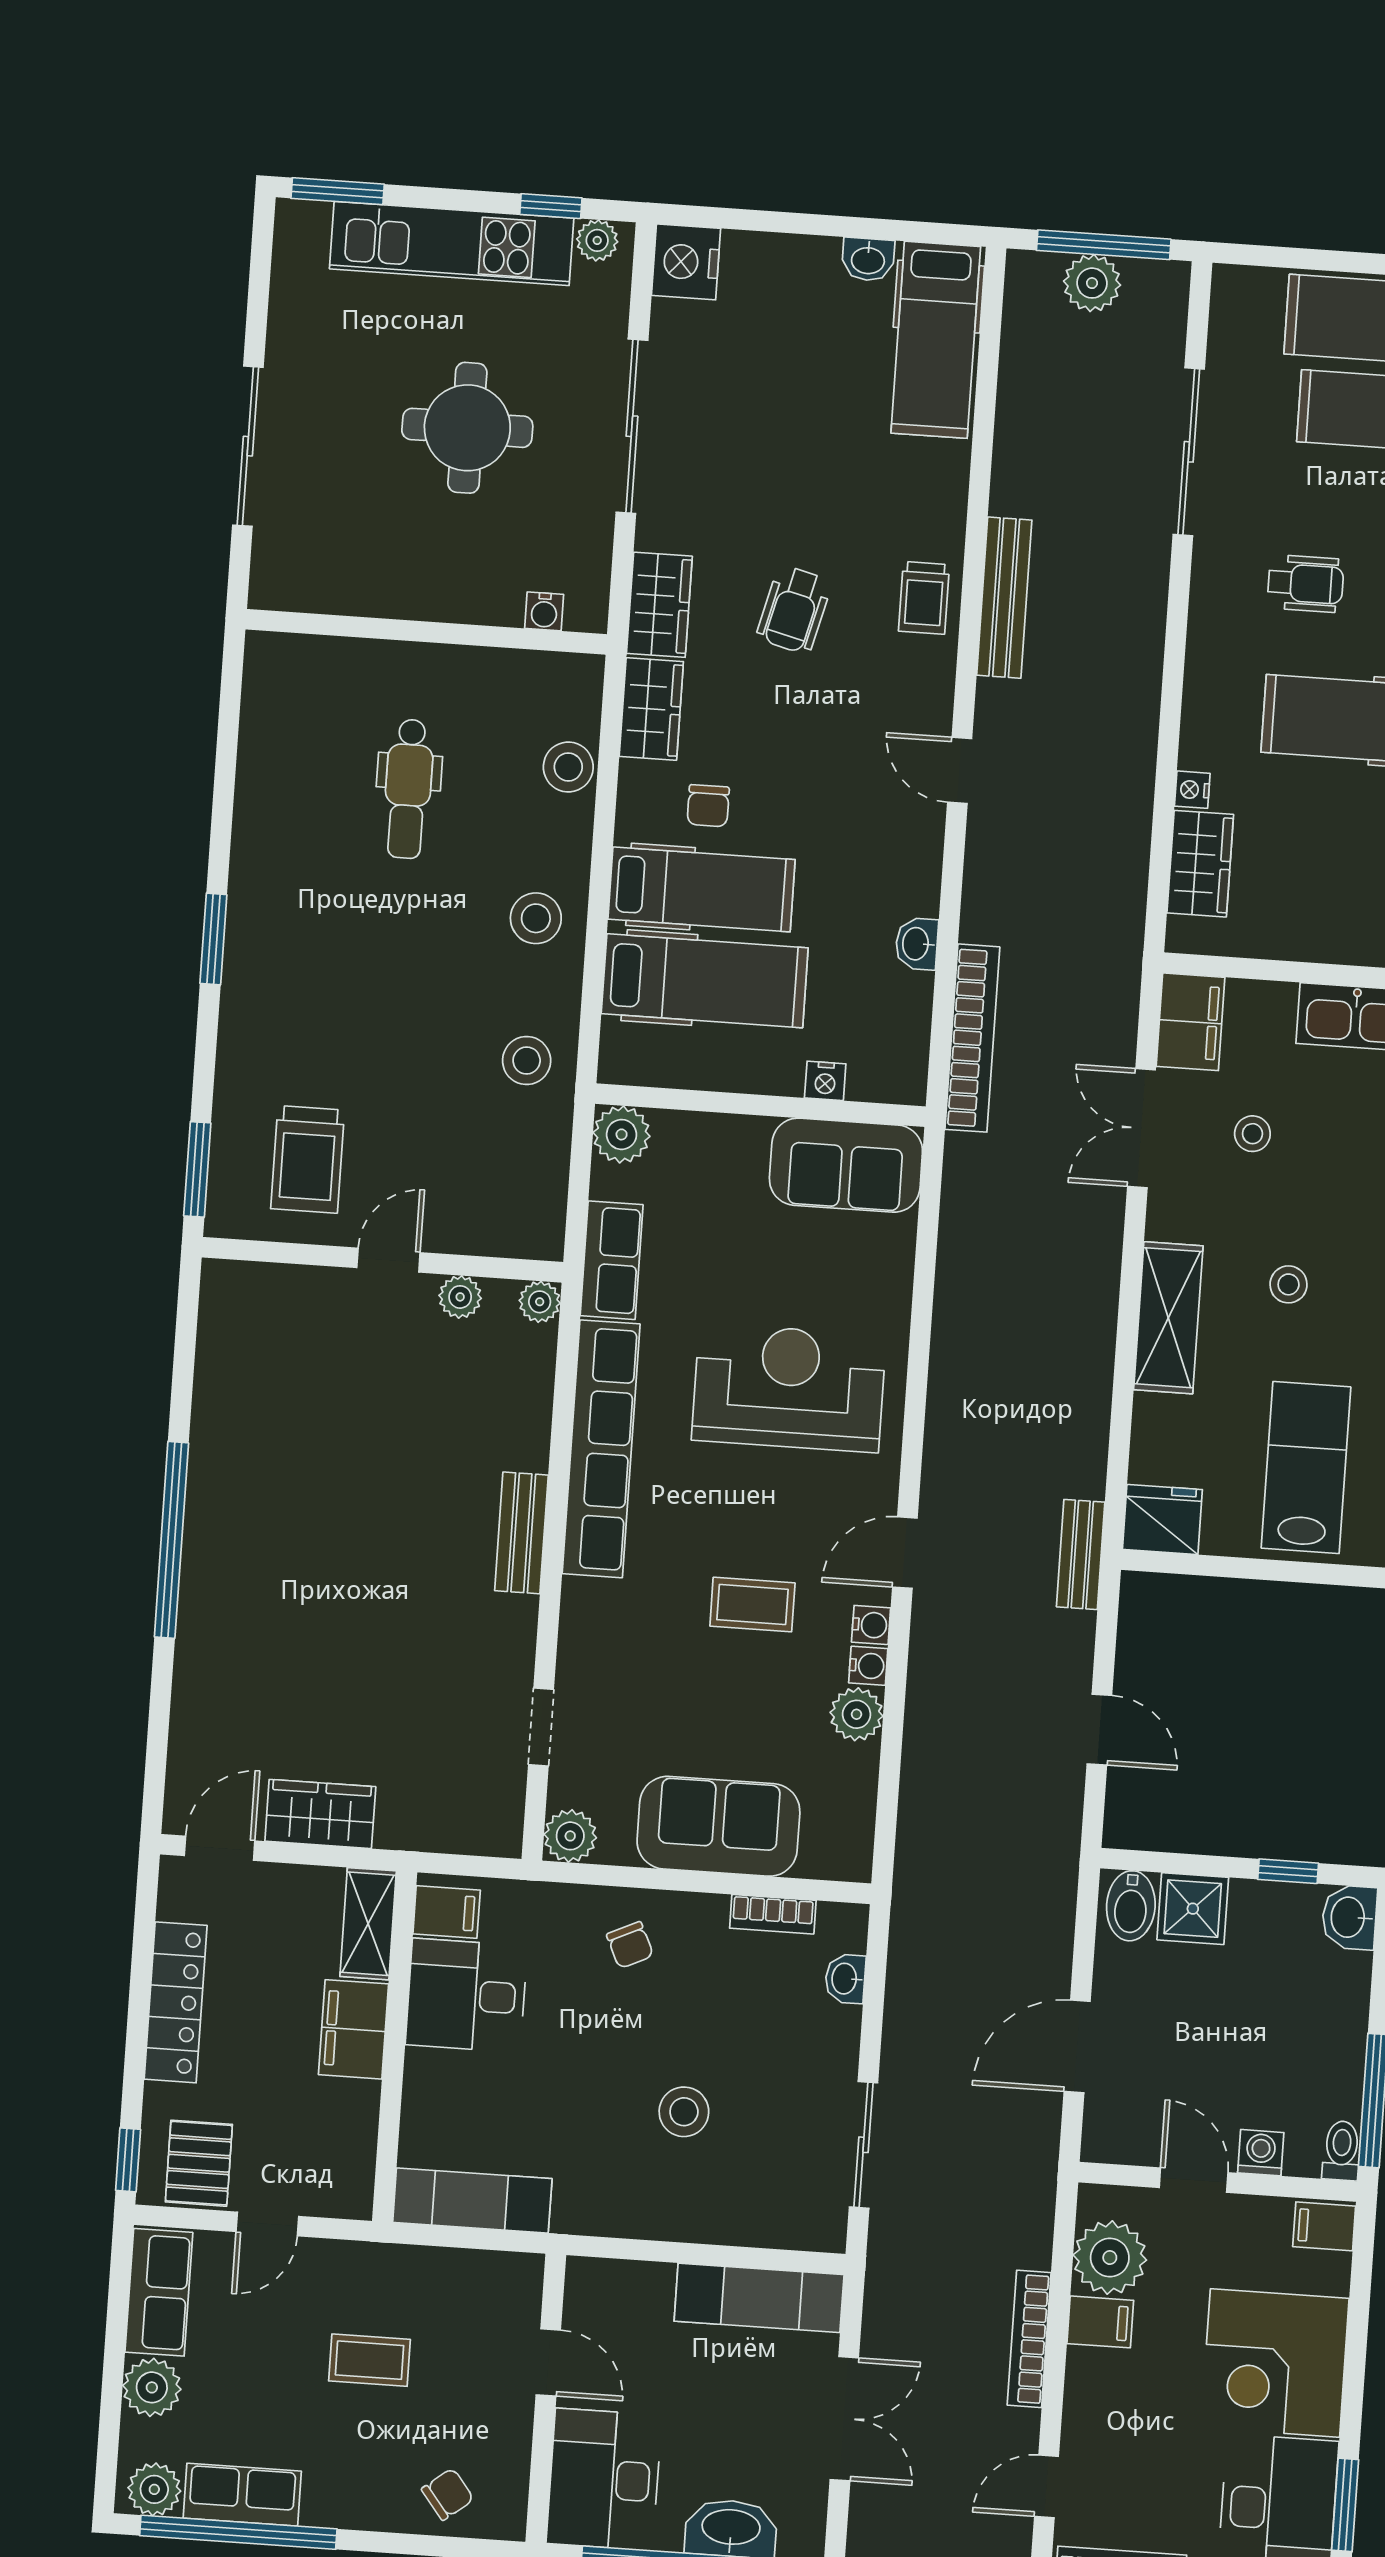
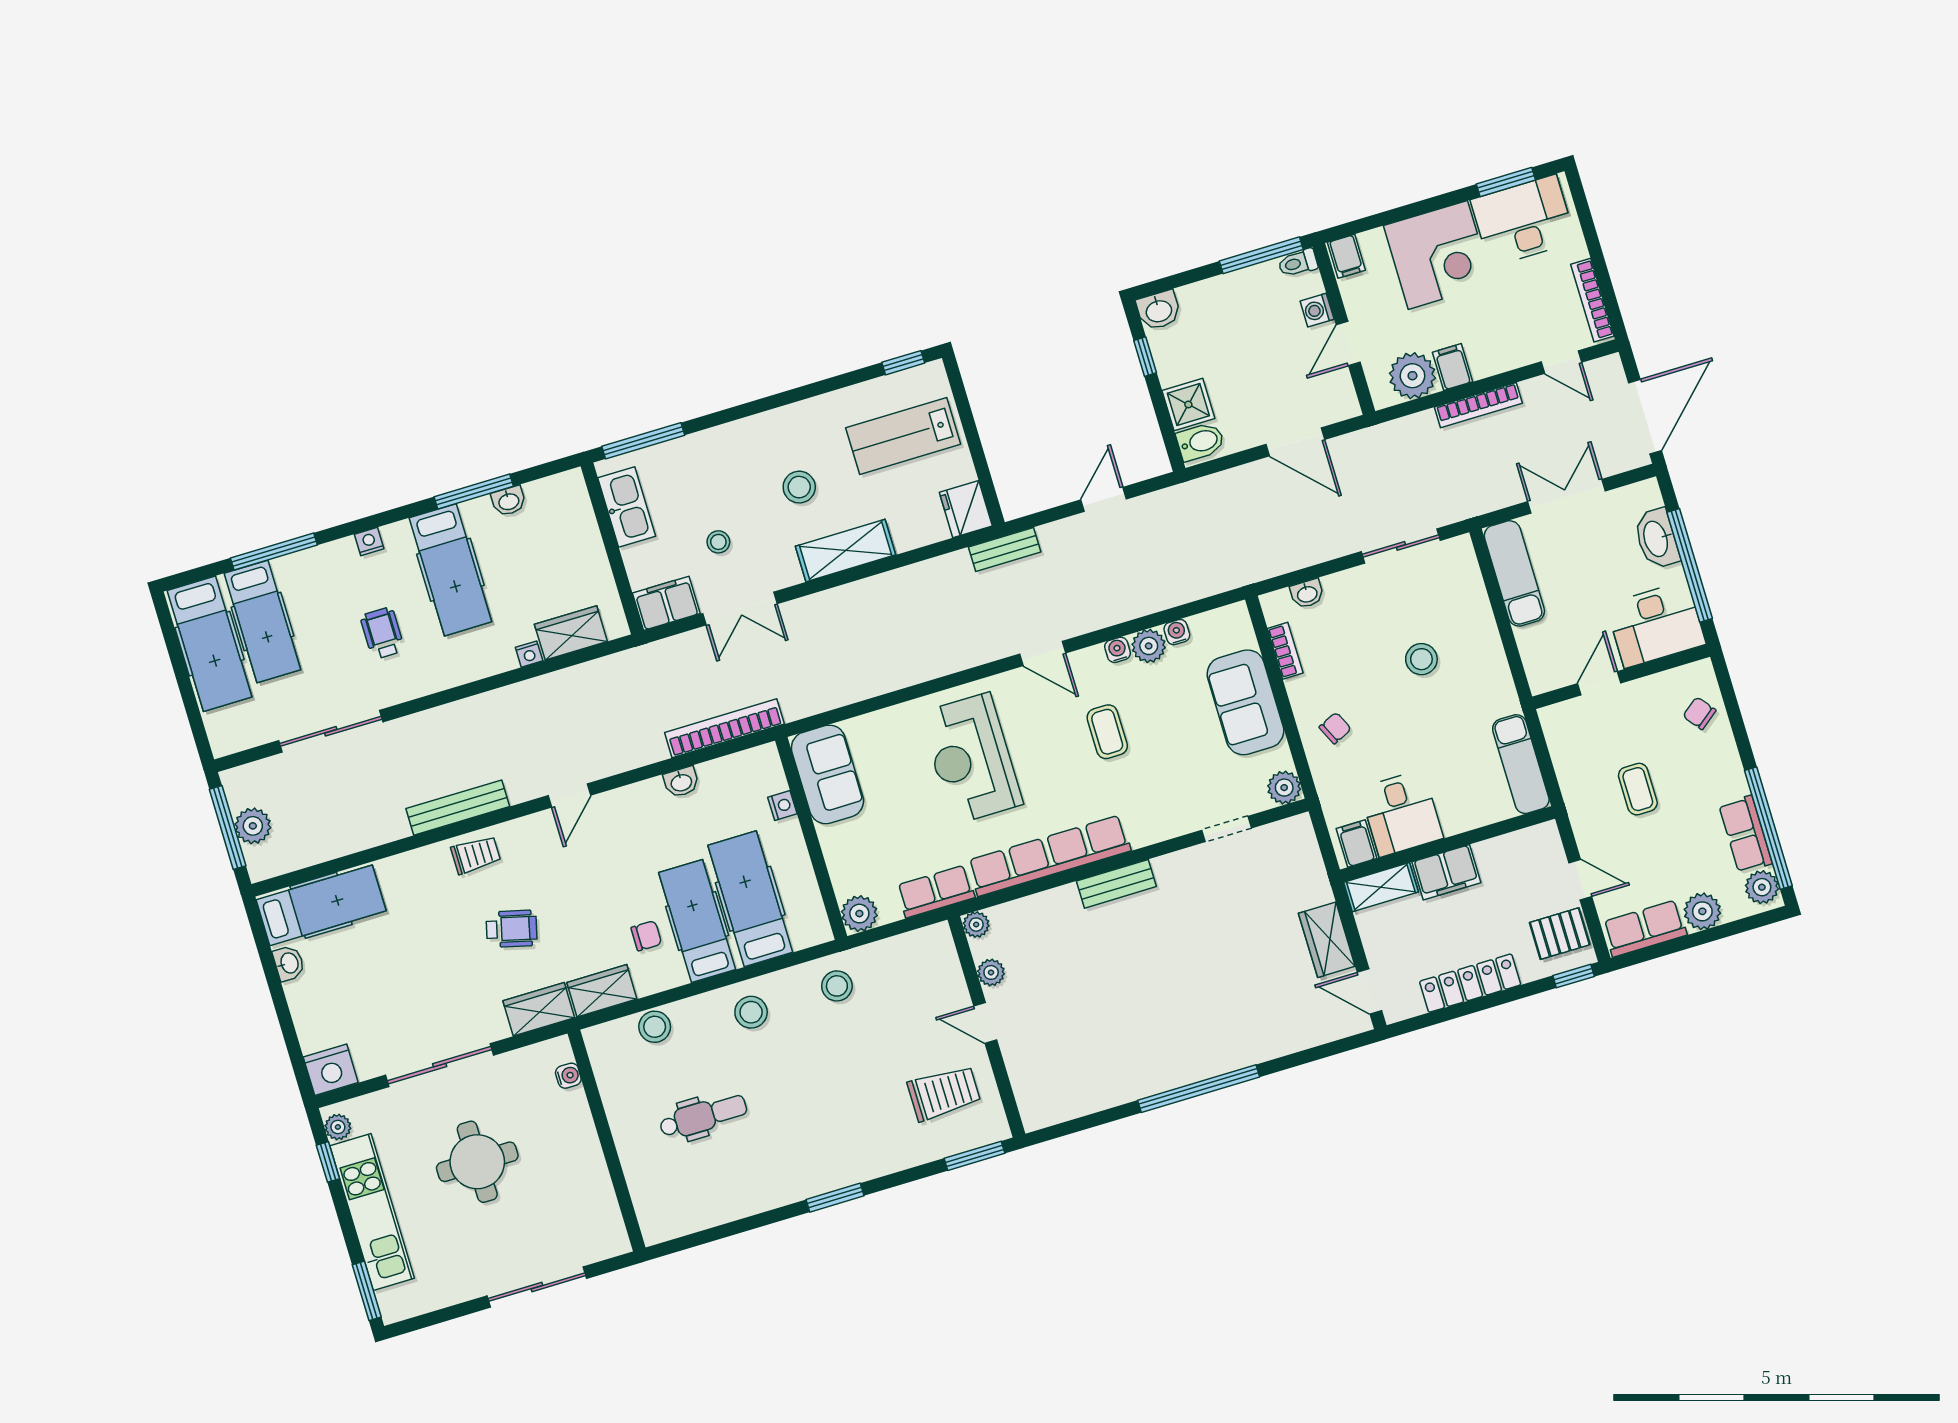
stool: (1289, 1284) -> (799, 487), width x1.37, depth x1.37
water cooler: (871, 1625) -> (1177, 632), moved

